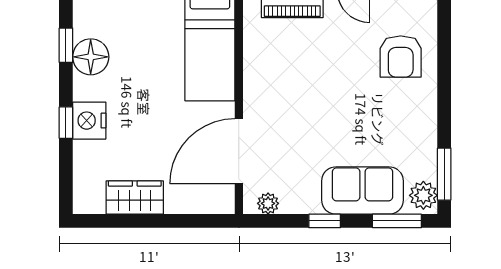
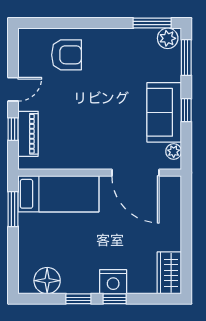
window: (66, 45) -> (78, 299), moved
floor lamp: (91, 57) -> (47, 281), moved
sofa: (362, 191) -> (164, 112), moved
wardrobe: (135, 198) -> (169, 273), moved

